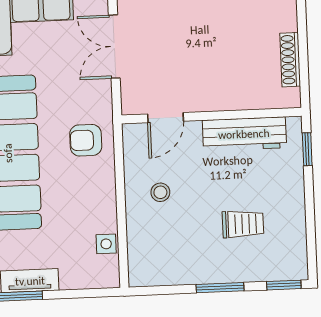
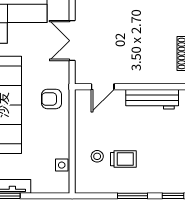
stool: (160, 192) -> (97, 156), moved
trolley: (243, 224) -> (123, 159), moved

